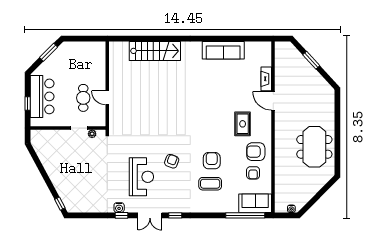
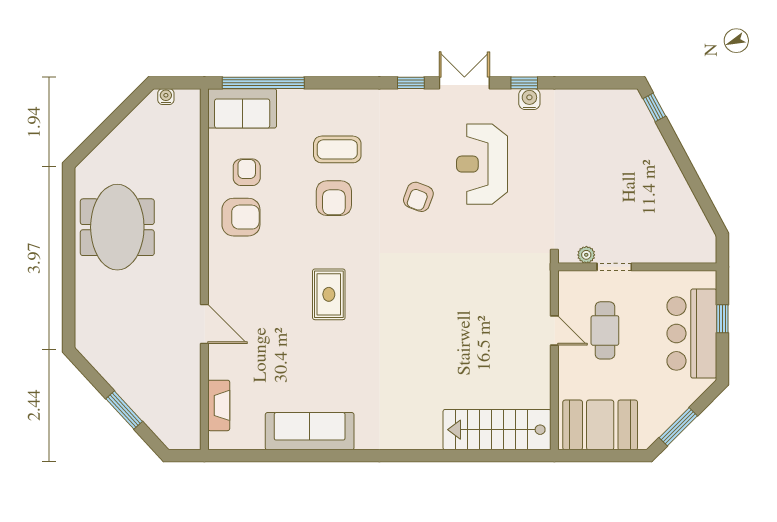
stairs: (155, 51) -> (497, 430), moved
booth: (86, 53) -> (600, 425), added
fireplace: (266, 79) -> (219, 405), moved
rug: (243, 124) -> (329, 294), moved

